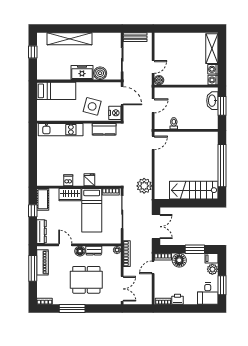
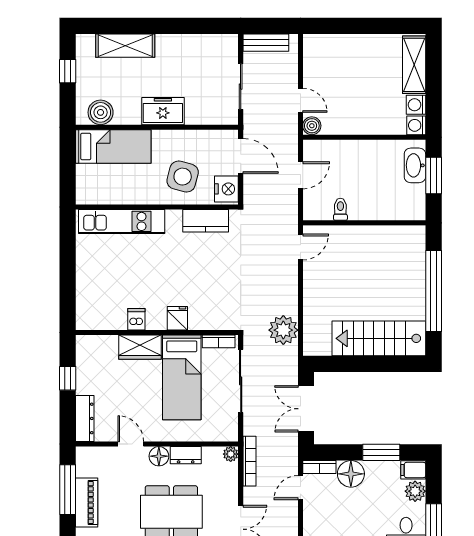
shelving: (70, 39) -> (125, 46), width x0.68
door: (153, 67) -> (300, 100), hinge flipped
boiler: (100, 73) -> (101, 112), moved
cot: (43, 199) -> (87, 356), removed
double door: (156, 227) -> (306, 409), swing flipped
piano: (42, 262) -> (87, 502), moved

